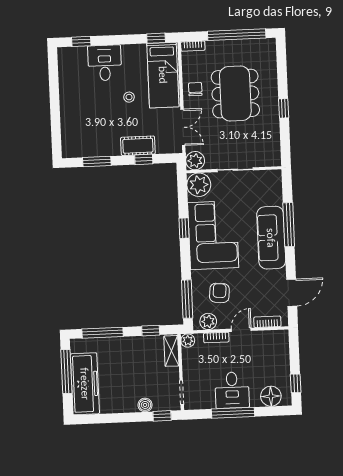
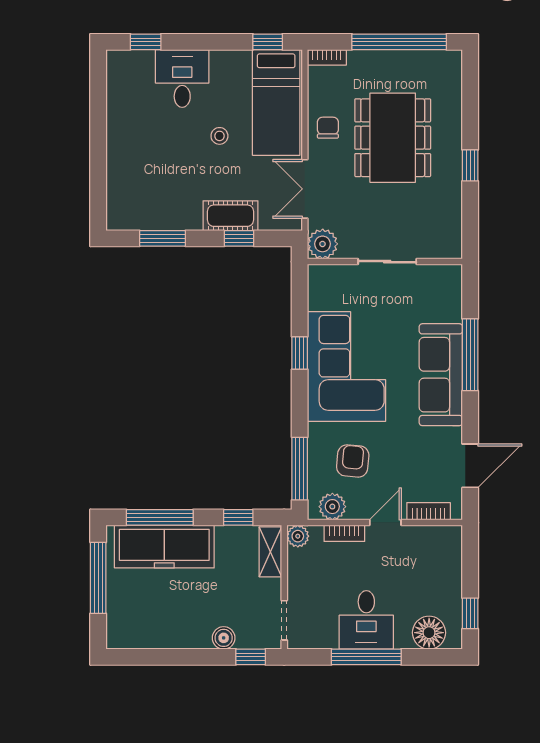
double door: (183, 127) -> (305, 189), swing flipped
plant: (199, 185) -> (327, 283), removed
freezer: (85, 384) -> (164, 547), moved, turned 90

